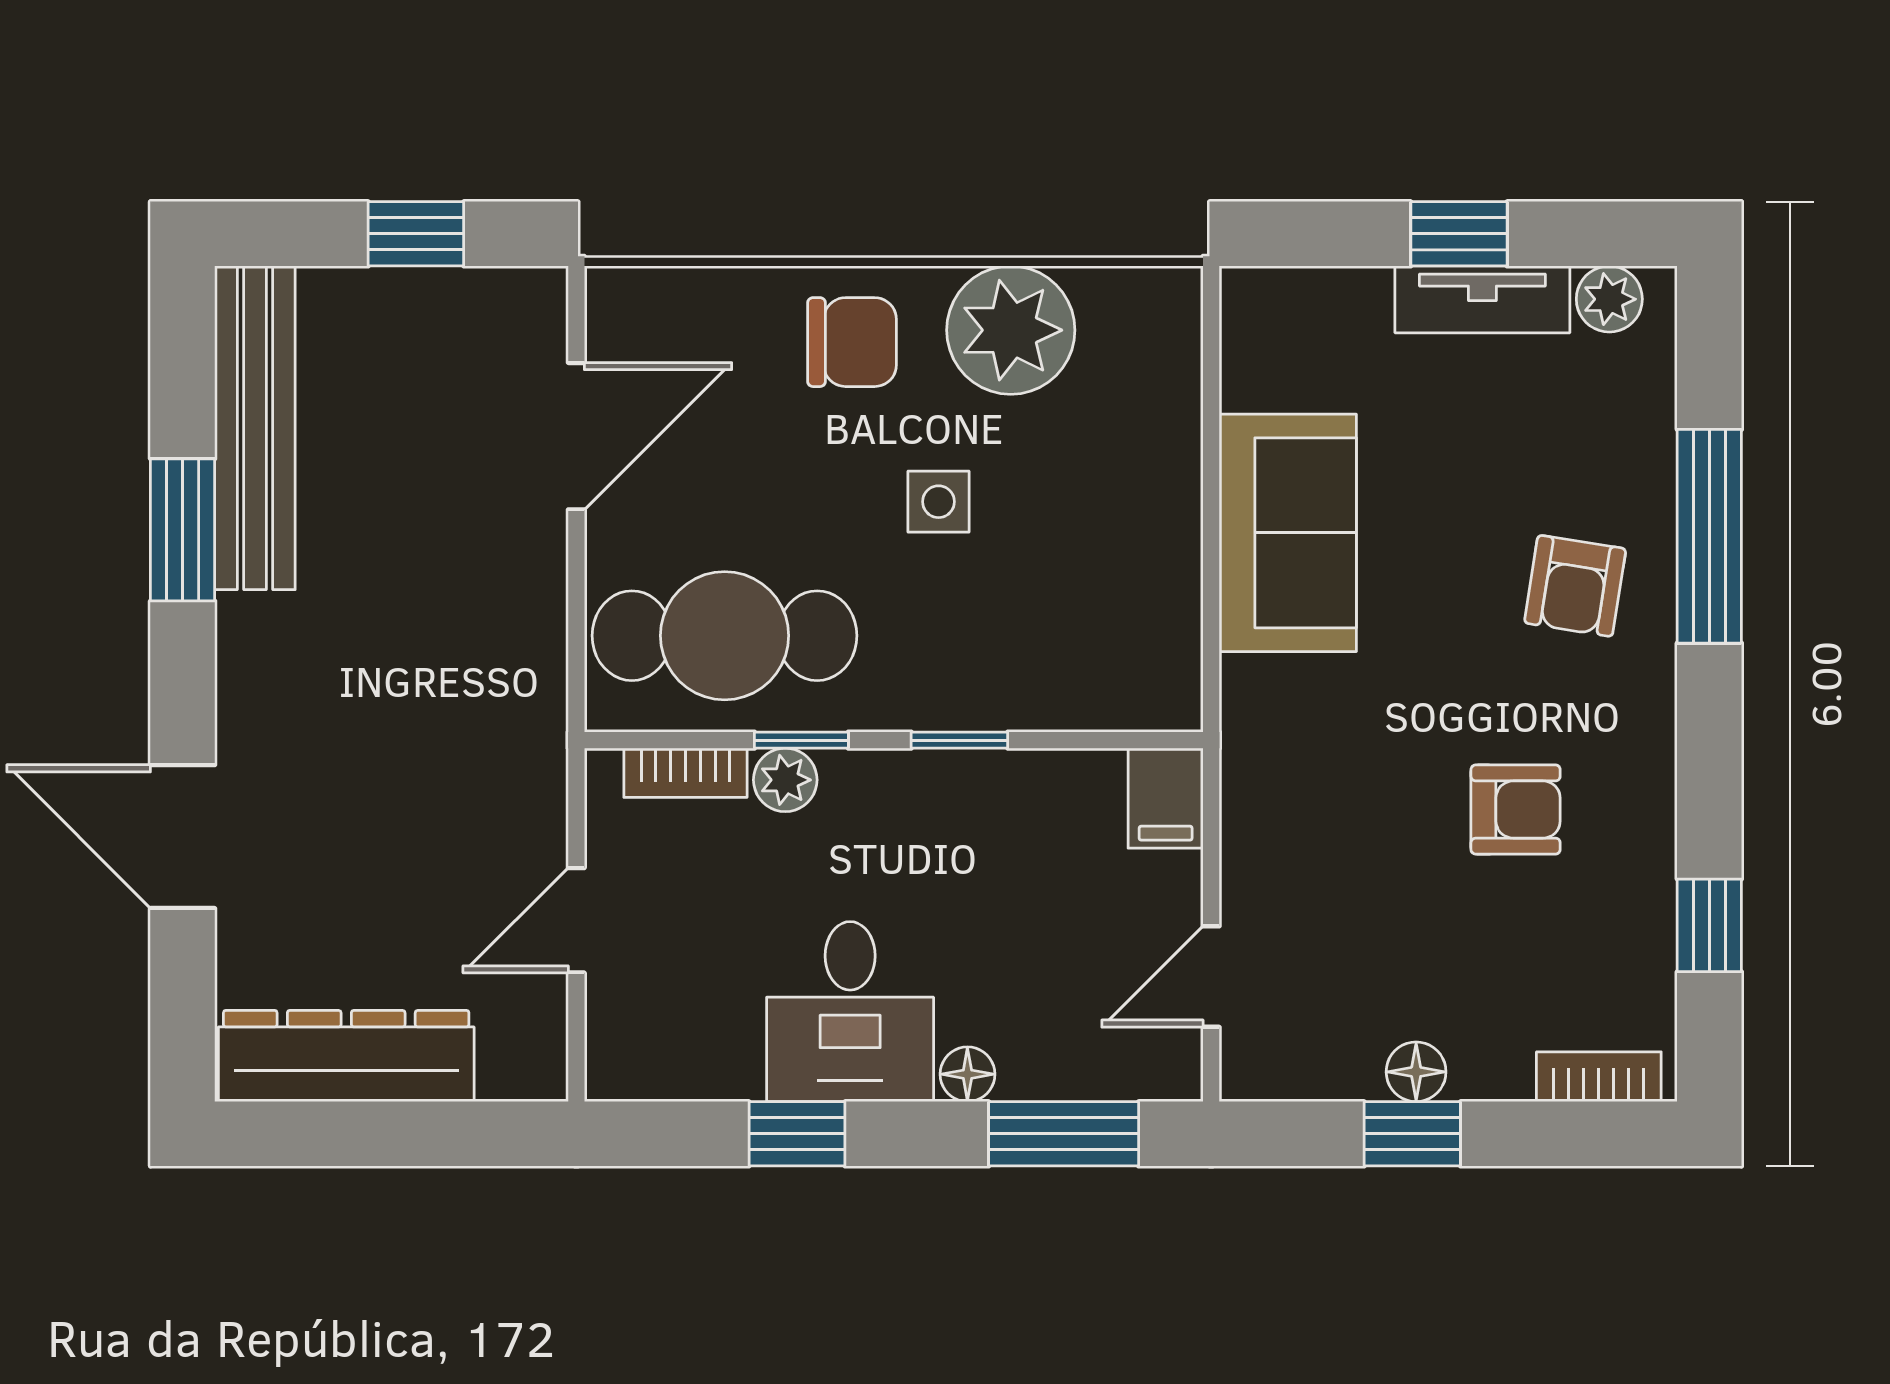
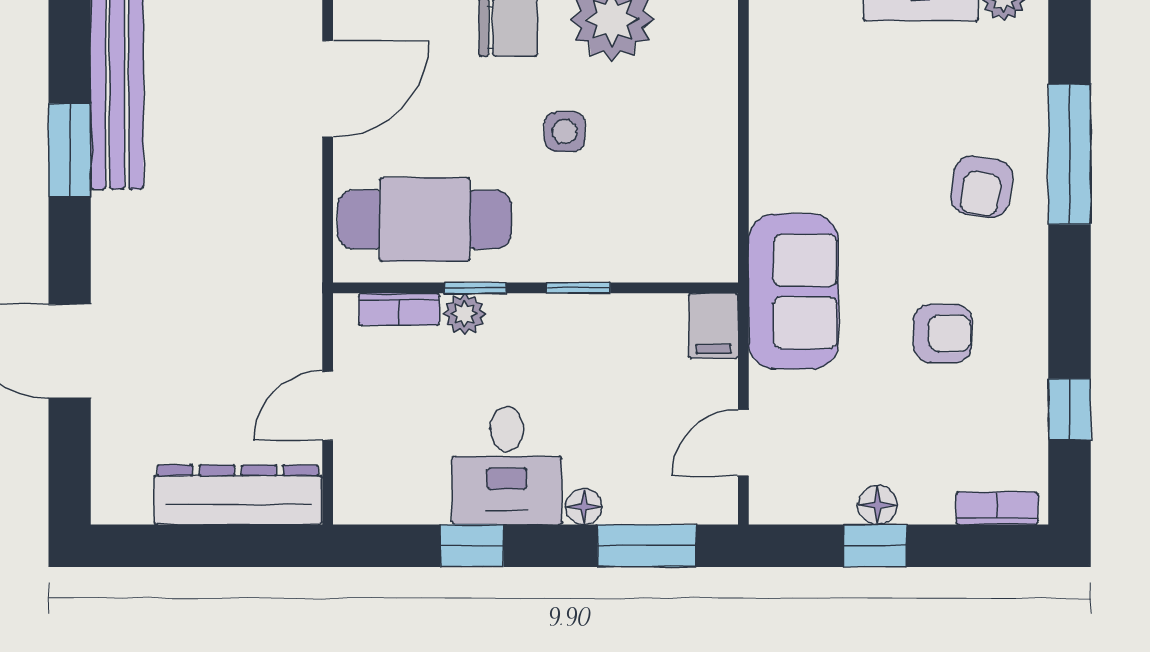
sofa: (1288, 533) -> (793, 291), moved
dresser: (346, 1056) -> (238, 495), moved

